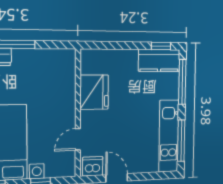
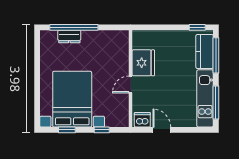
kitchen counter: (159, 60) -> (205, 52), moved, turned 90
door: (78, 139) -> (131, 84), moved

